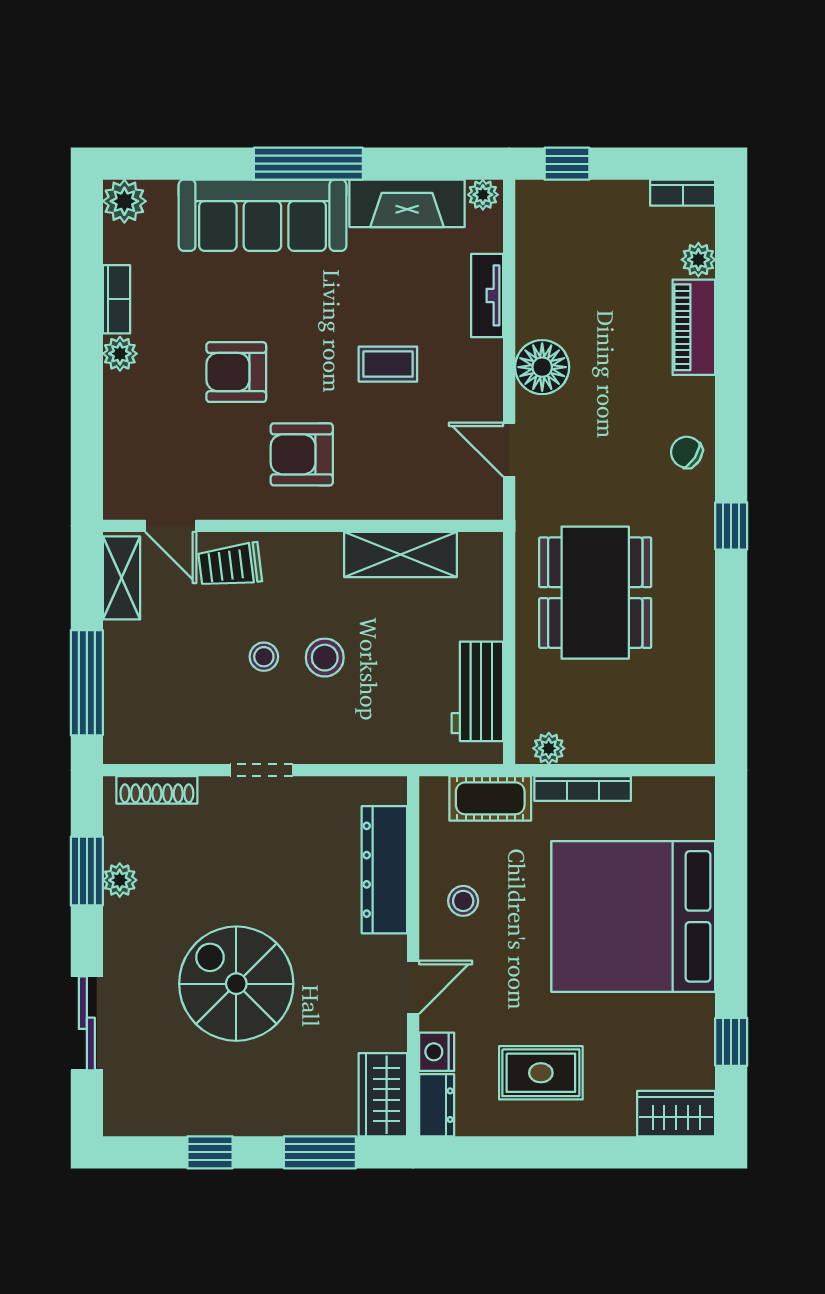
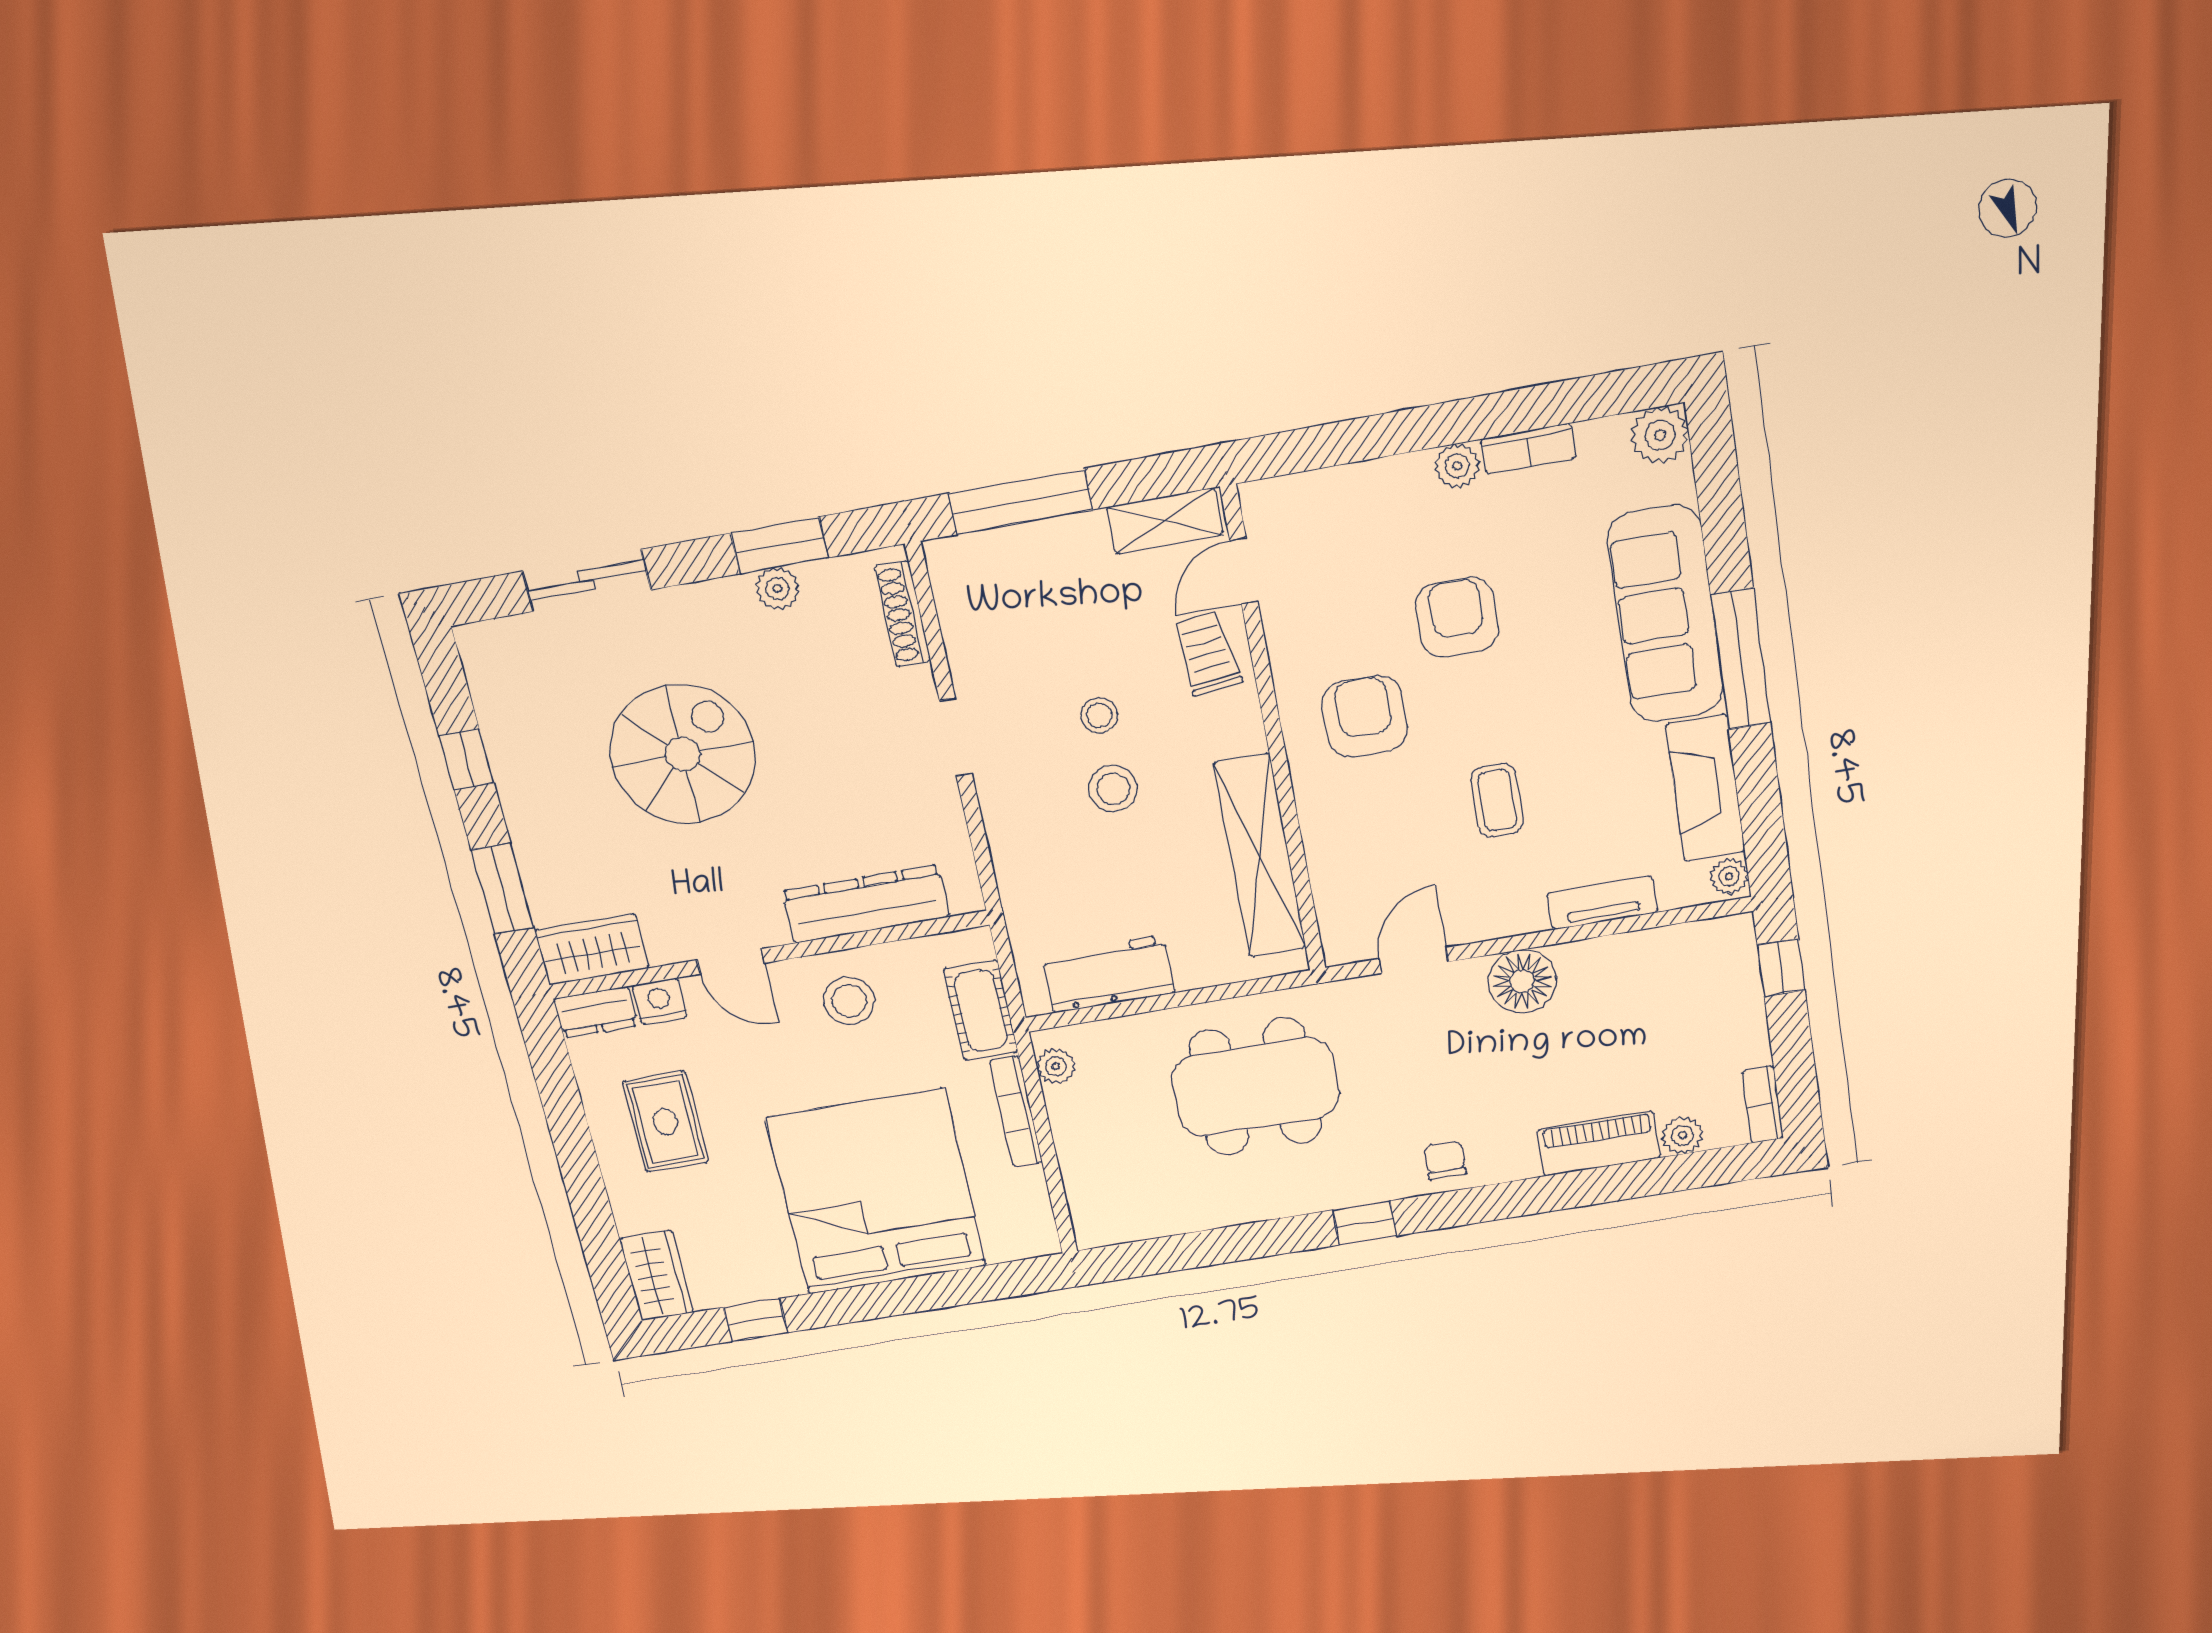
chair: (687, 452) -> (1445, 1160), turned -33
shelving: (400, 554) -> (1260, 856), width x1.47
stool: (463, 901) -> (849, 1001), width x1.37, depth x1.37

